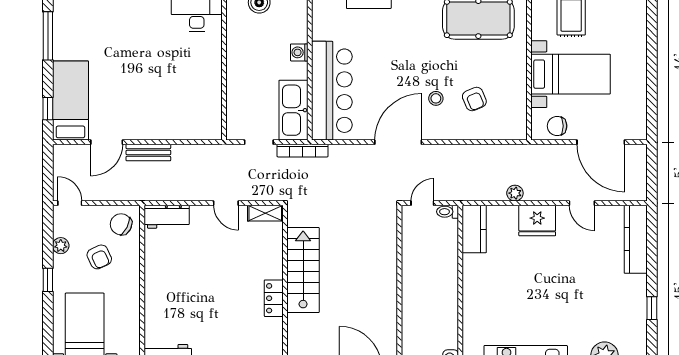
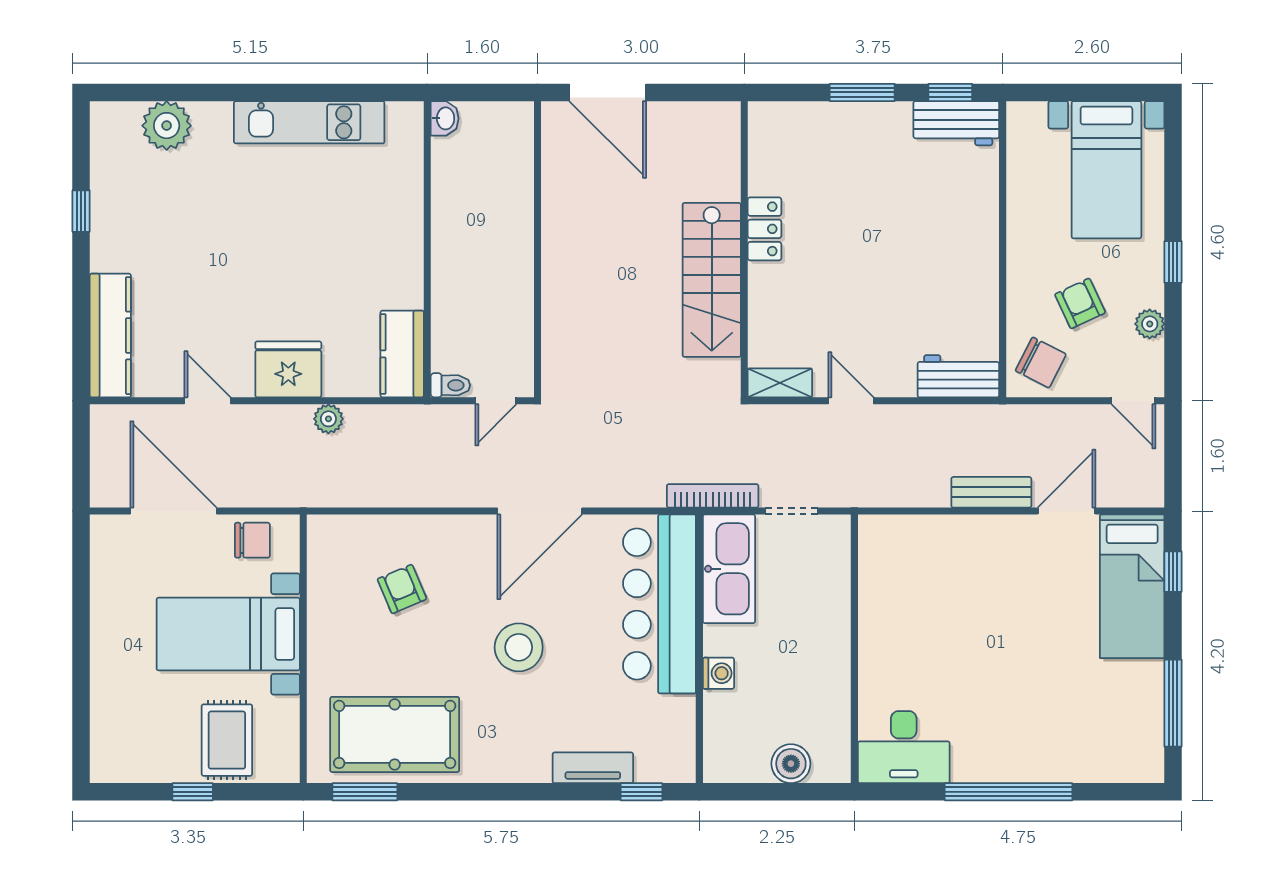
stool: (436, 98) -> (519, 647), moved, width x1.89, depth x1.89

